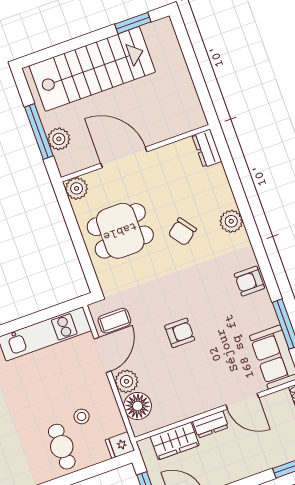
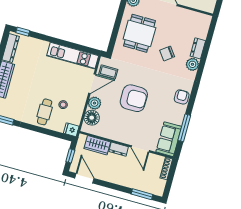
dresser: (207, 148) -> (198, 48), moved
dining table: (120, 231) -> (139, 33), turned 90
armchair: (249, 281) -> (182, 97), turned 90
armchair: (180, 333) -> (134, 98), width x1.88, depth x1.88

